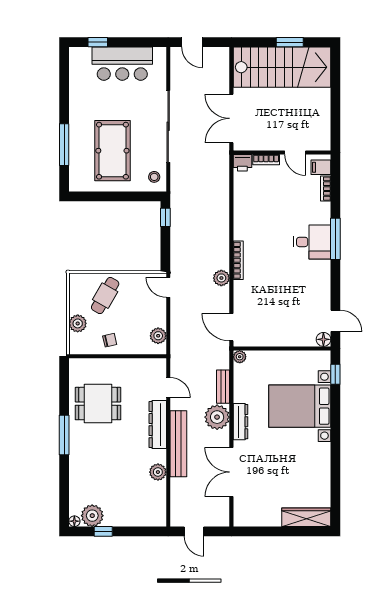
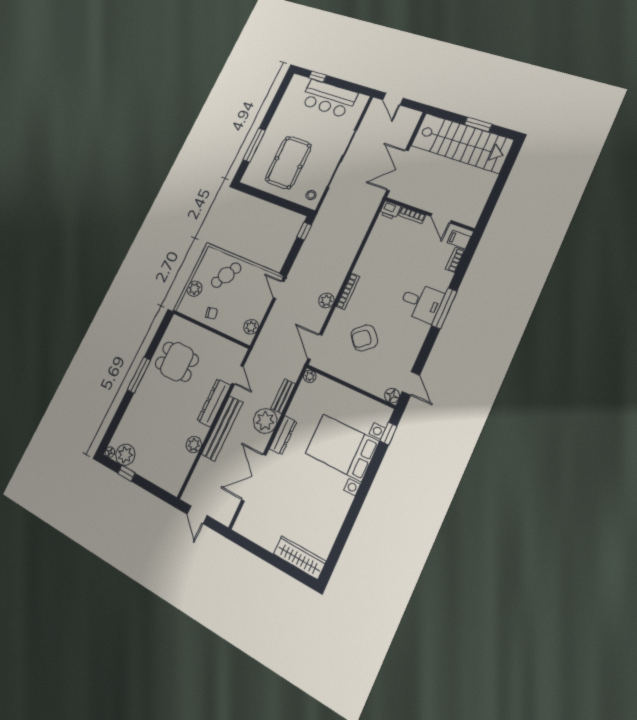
armchair: (274, 298) -> (364, 338), added

